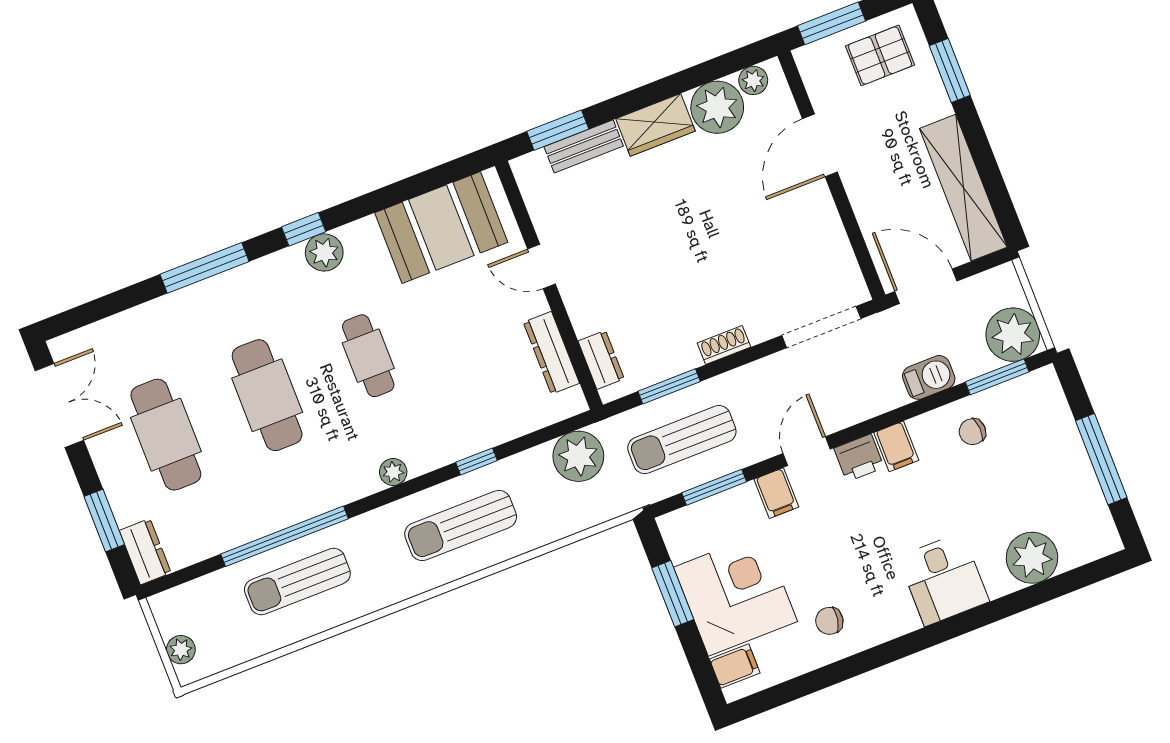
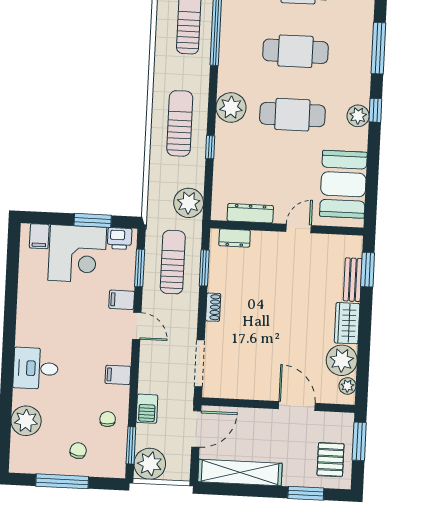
cafe table: (368, 356) -> (292, 115), width x1.37, depth x1.35
printer: (859, 458) -> (120, 239), moved, turned -90
plant: (393, 472) -> (231, 108), width x1.87, depth x1.87
chair: (829, 621) -> (78, 451), moved

